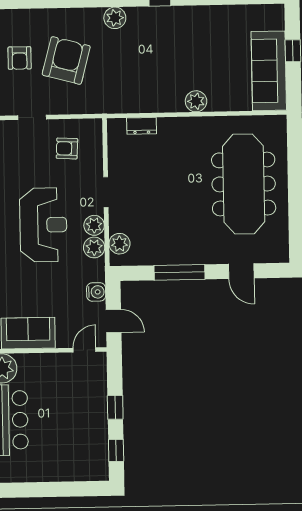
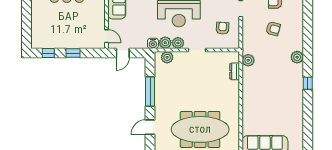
armchair: (66, 60) -> (273, 29), width x0.53, depth x0.53
plant: (196, 101) -> (248, 60), moved
water cooler: (96, 292) -> (153, 43), moved

